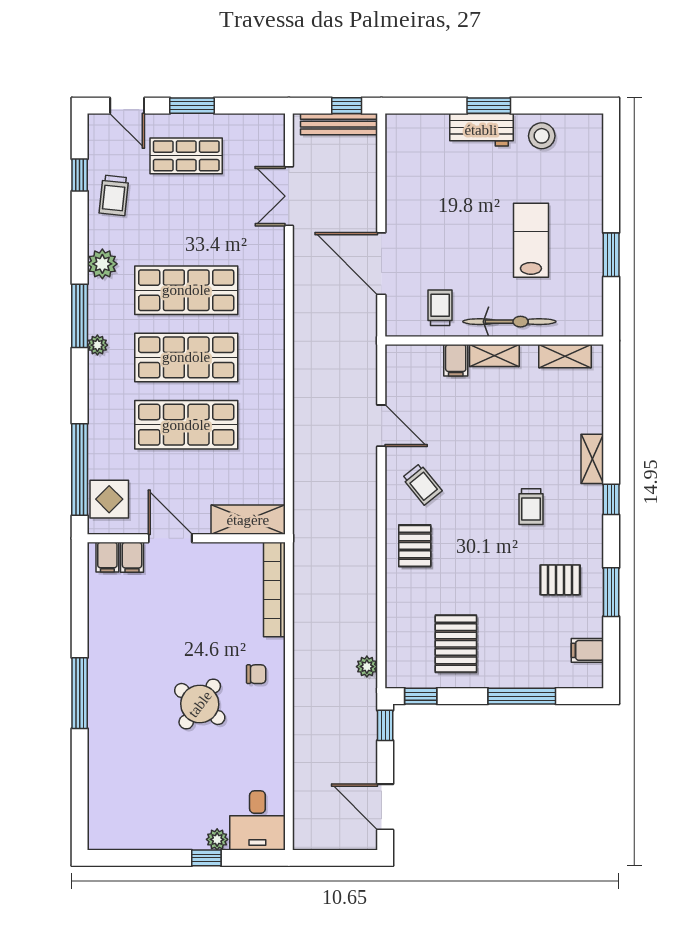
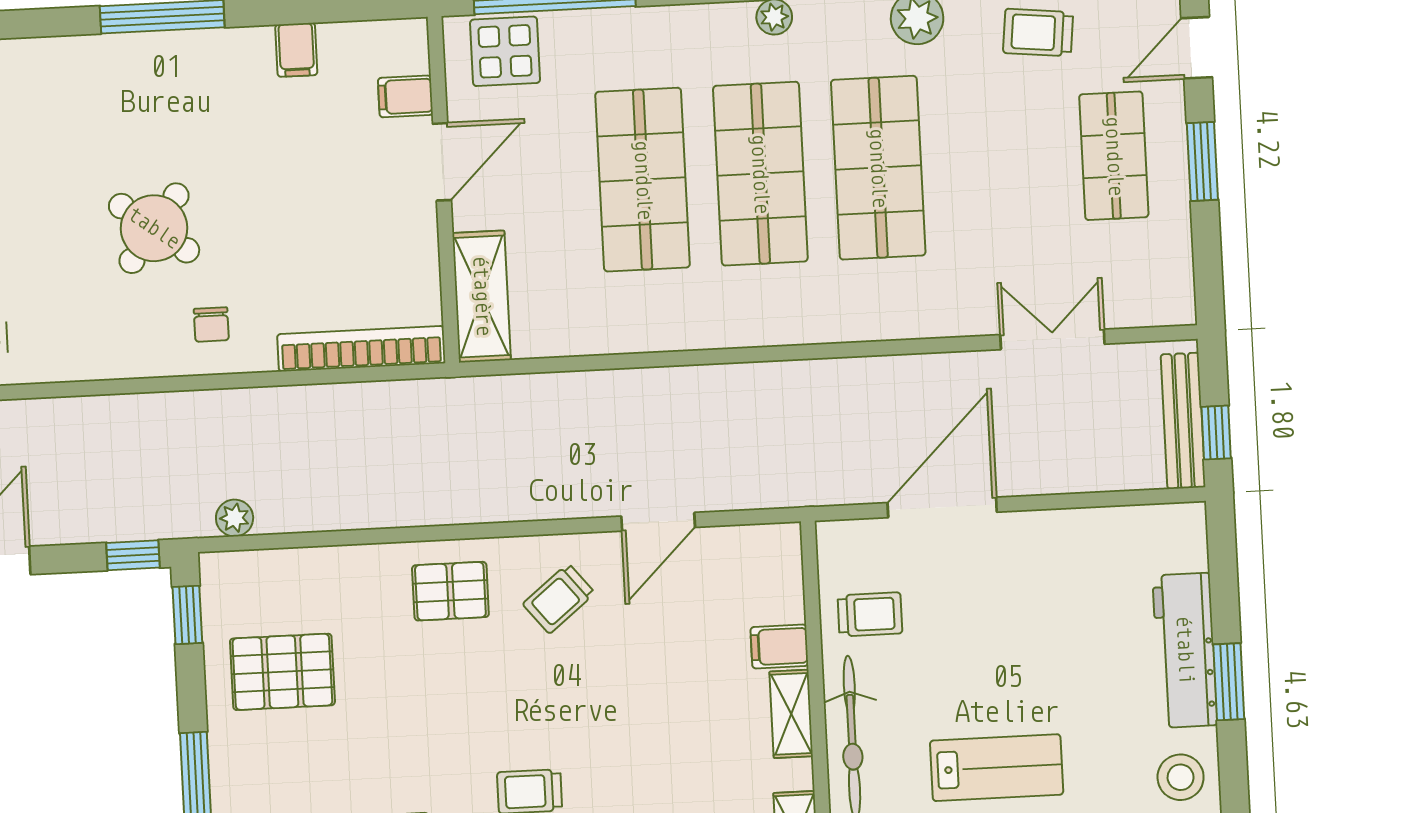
workbench: (481, 130) -> (1185, 650), width x1.38
filing cabinet: (107, 557) -> (296, 50), moved, turned -90

